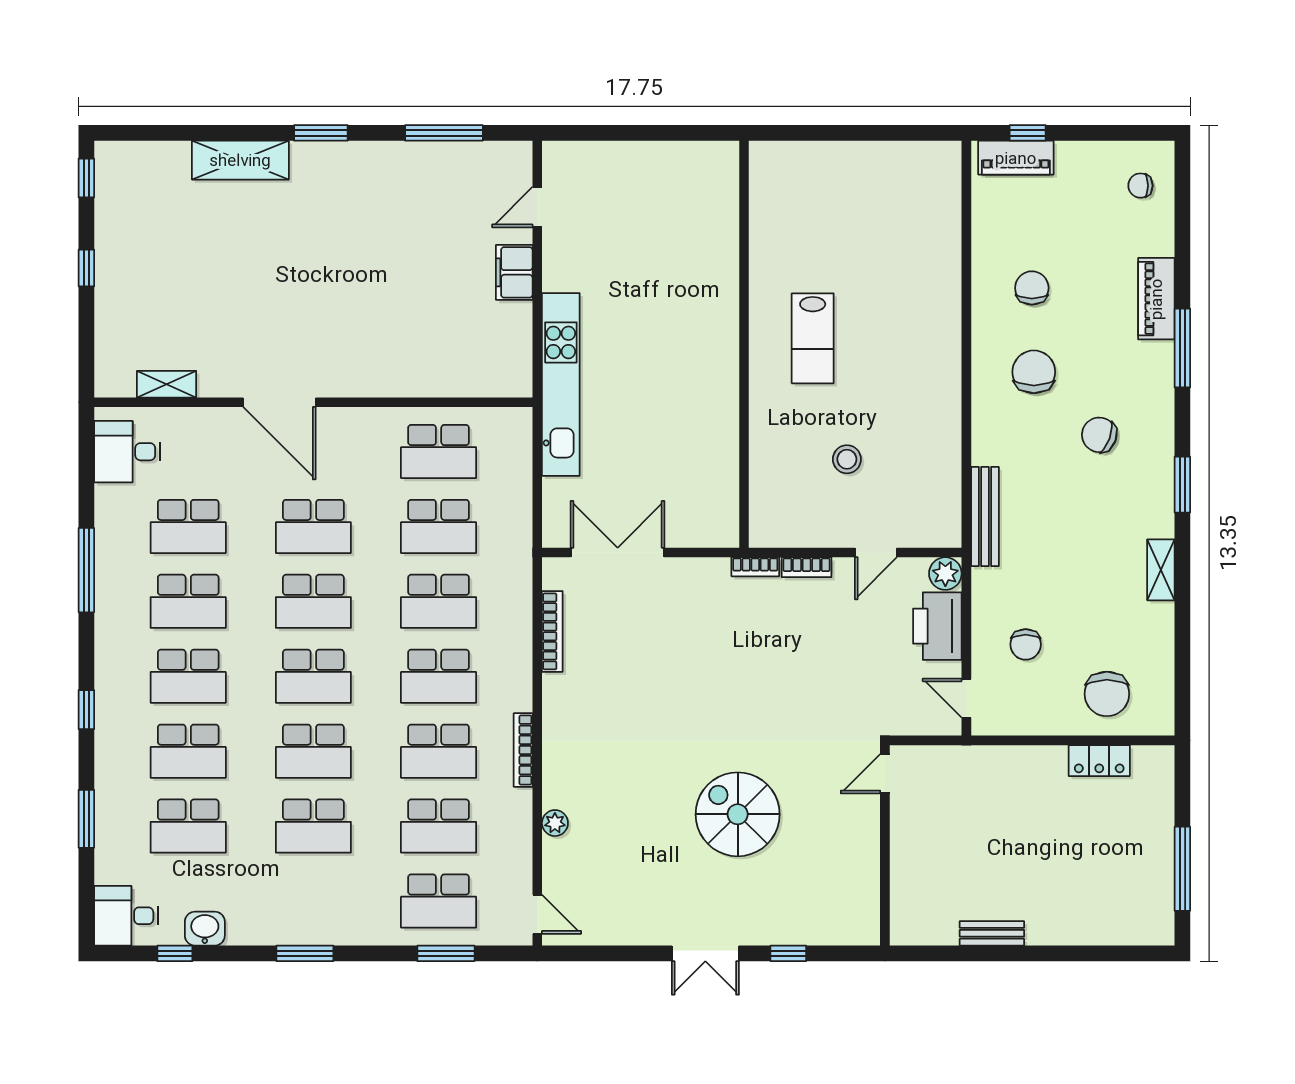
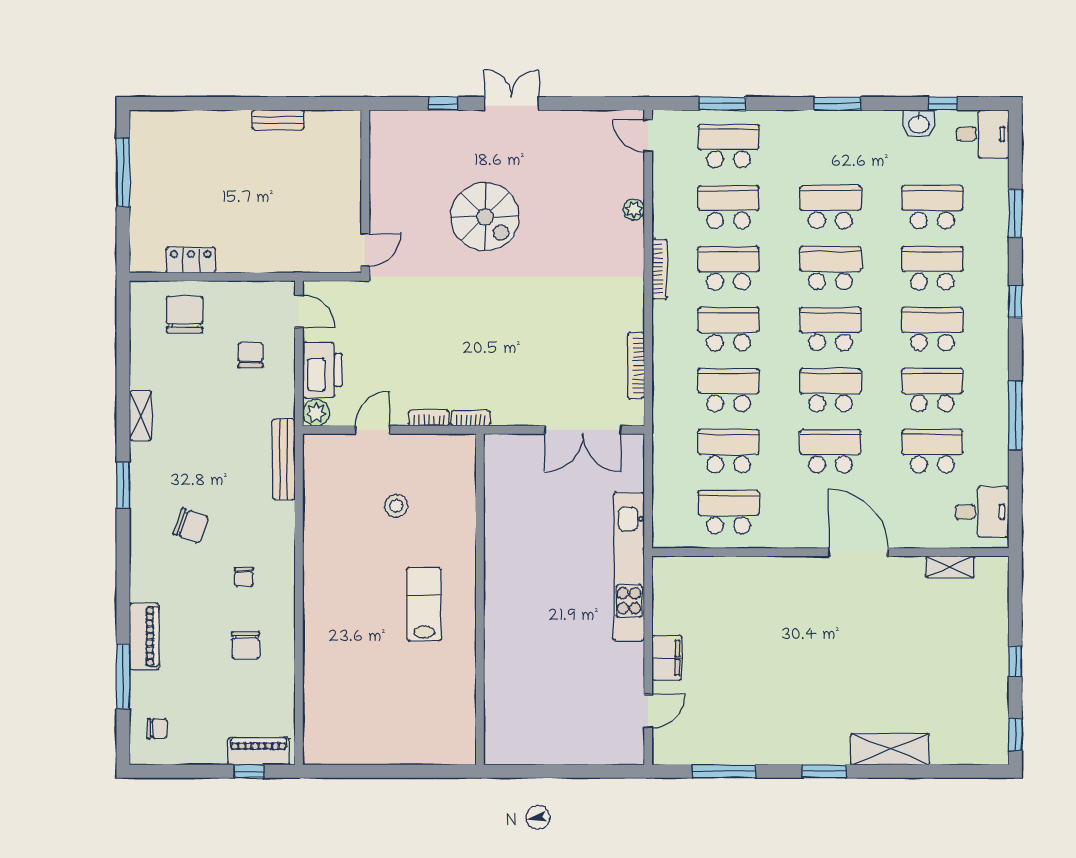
window: (1182, 348) -> (123, 676), moved
chair: (1034, 372) -> (244, 577), width x0.54, depth x0.54

